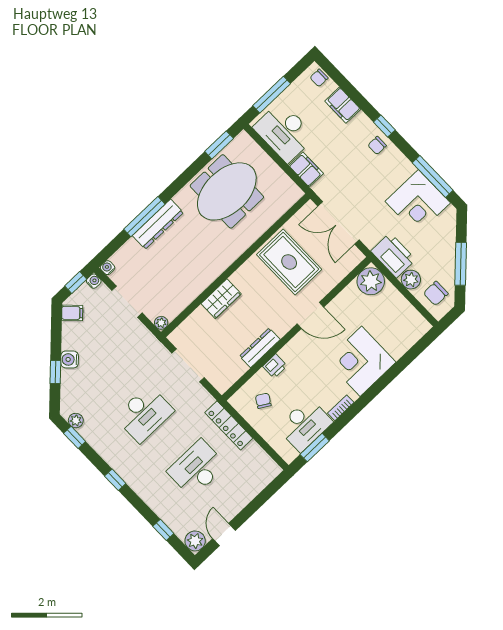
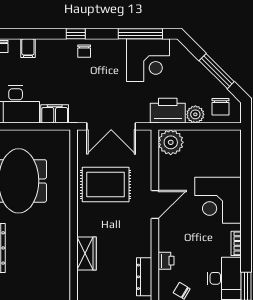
filing cabinet: (343, 105) -> (28, 48), width x0.50
dresser: (260, 348) -> (144, 277), moved

